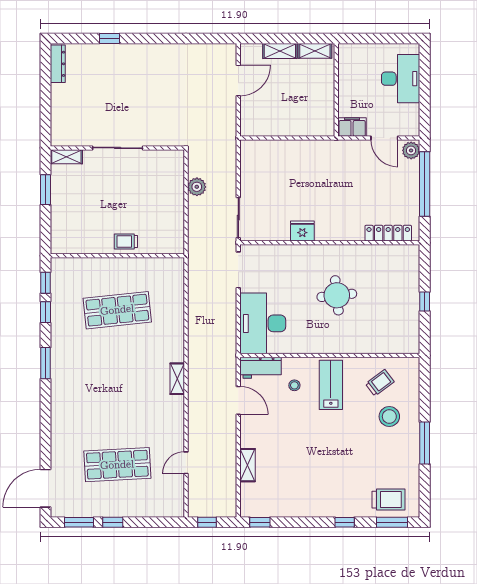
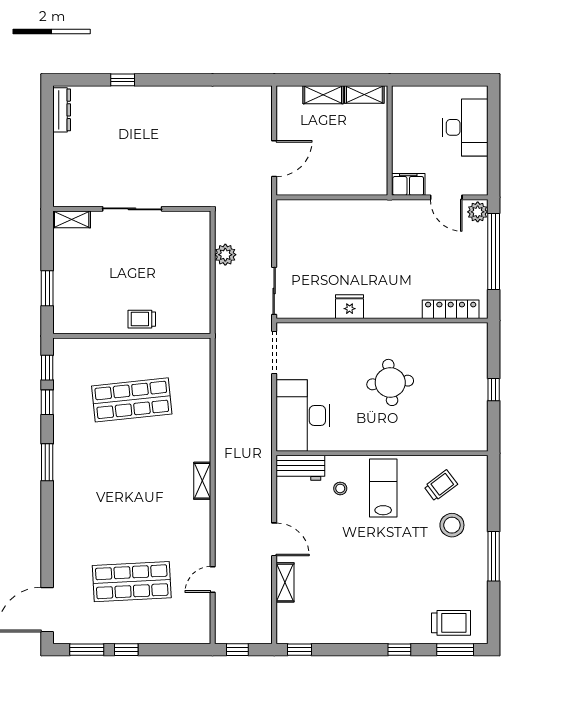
door: (238, 80) -> (274, 159), moved
window: (45, 190) -> (47, 288), moved
door: (238, 400) -> (274, 539), moved

